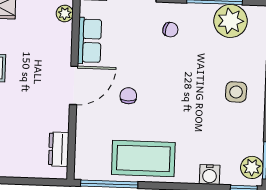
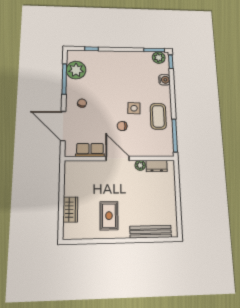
plant: (65, 14) -> (140, 165), moved
side table: (236, 92) -> (134, 108), moved
coffee table: (143, 158) -> (158, 116), width x0.73, depth x0.76

